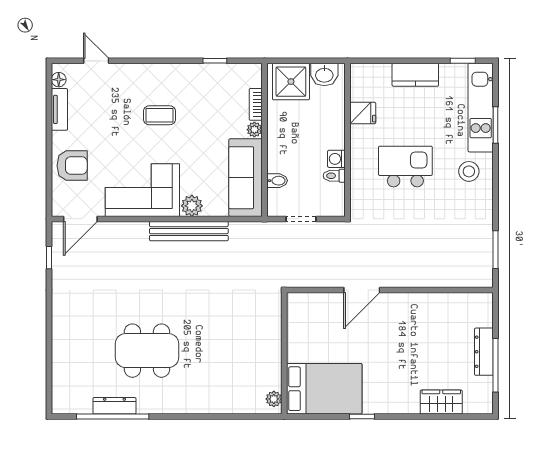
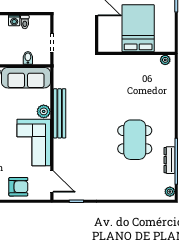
armchair: (72, 166) -> (18, 187), turned 90
bed: (324, 389) -> (138, 28), moved
plant: (64, 406) -> (170, 192), added

